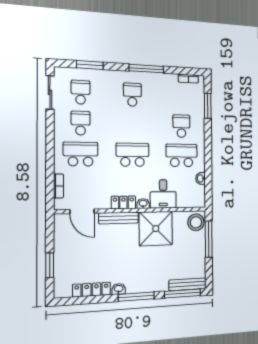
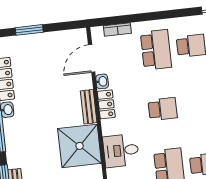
school desk: (133, 155) -> (163, 109), width x0.54
washbasin: (143, 204) -> (102, 81), moved
bench: (119, 218) -> (89, 107), width x0.73

